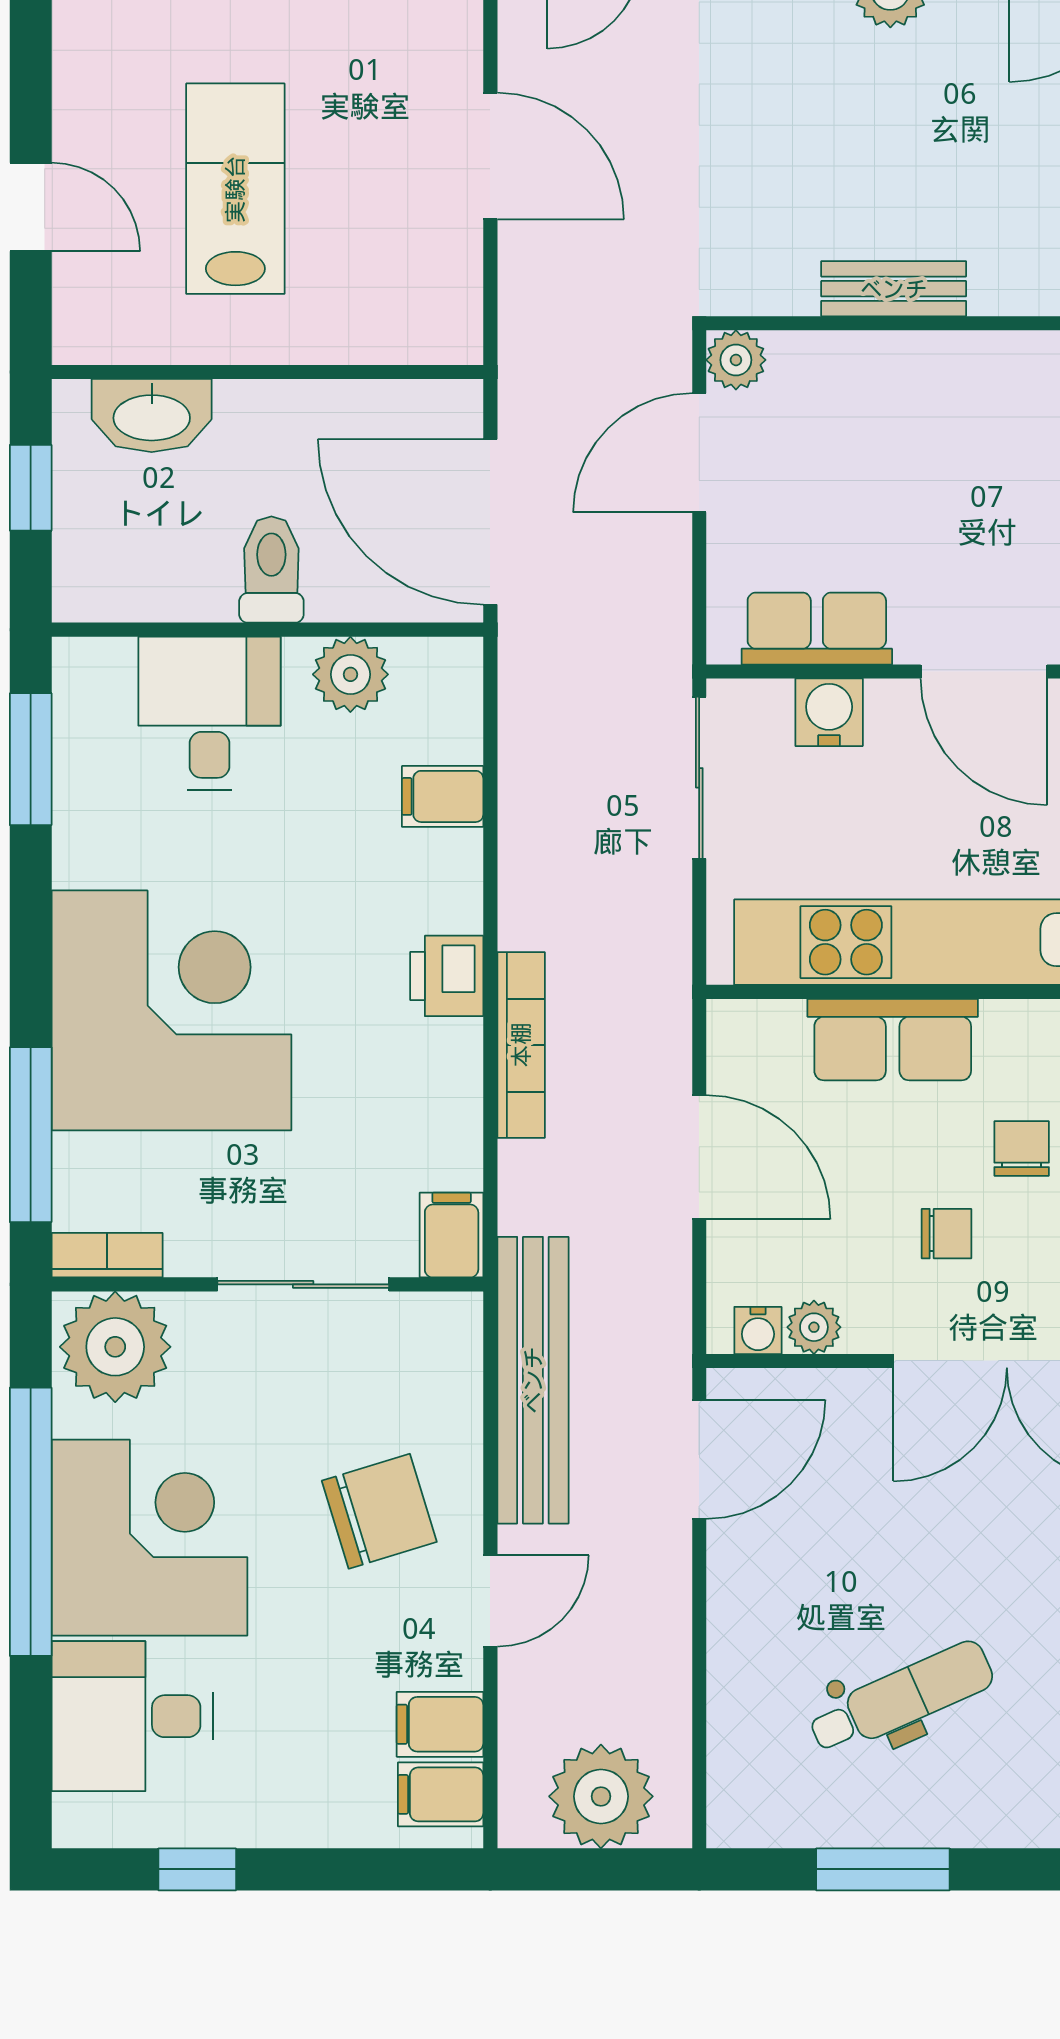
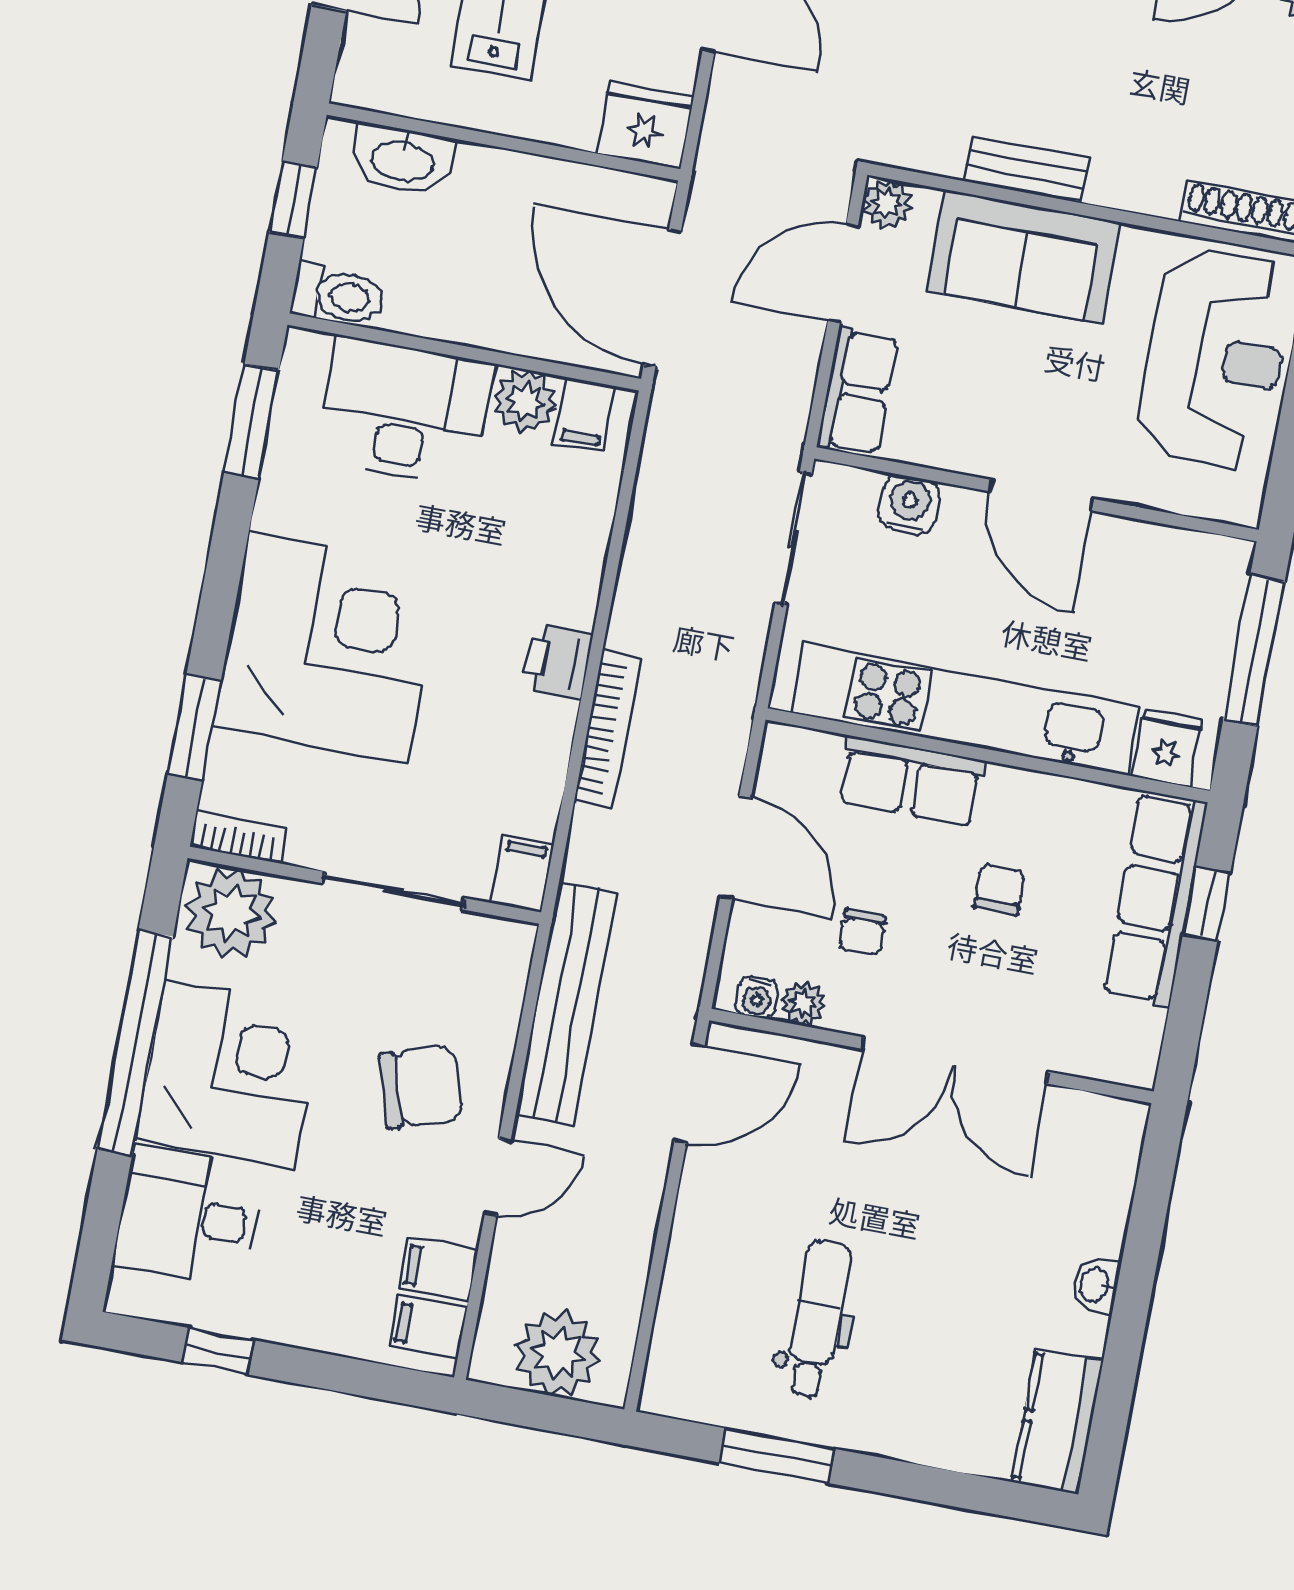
fridge: (432, 321) -> (645, 125), added
sofa: (909, 392) -> (1023, 256), added
toilet: (271, 570) -> (338, 295), moved, turned 90
row of seats: (817, 629) -> (857, 391), moved, turned 90
desk: (209, 713) -> (404, 411), width x1.37
filing cabinet: (443, 796) -> (585, 415), moved, turned -90
window: (31, 1135) -> (194, 727), width x0.69
chair: (947, 1234) -> (862, 932), moved, turned 90
dental chair: (901, 1698) -> (818, 1319), turned -66

